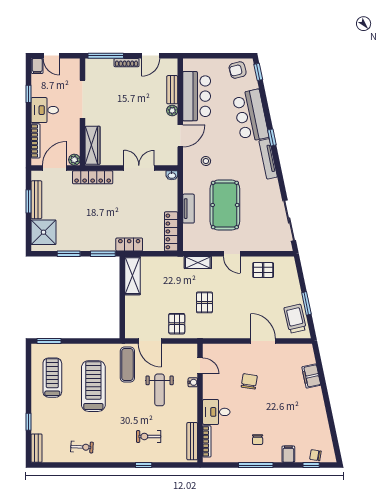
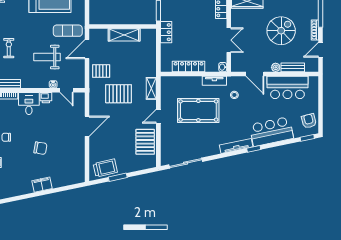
door: (151, 56) -> (321, 50), hinge flipped
spiral stairs: (127, 104) -> (281, 31), added
tv unit: (189, 209) -> (214, 81), moved
locker: (171, 231) -> (189, 66), moved
pallet: (263, 270) -> (145, 142), width x1.50, depth x1.42
shelving: (133, 276) -> (124, 35), moved
pallet: (204, 302) -> (119, 94), width x1.50, depth x1.42
door: (263, 341) -> (87, 126), moved
door: (200, 366) -> (67, 90), hinge flipped
filing cabinet: (311, 376) -> (42, 185), moved
chair: (249, 381) -> (40, 148), moved
printer: (209, 391) -> (46, 98), added

